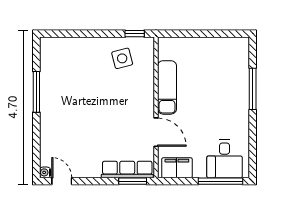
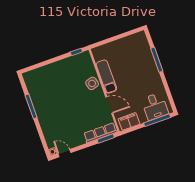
side table: (122, 58) -> (92, 83), moved

